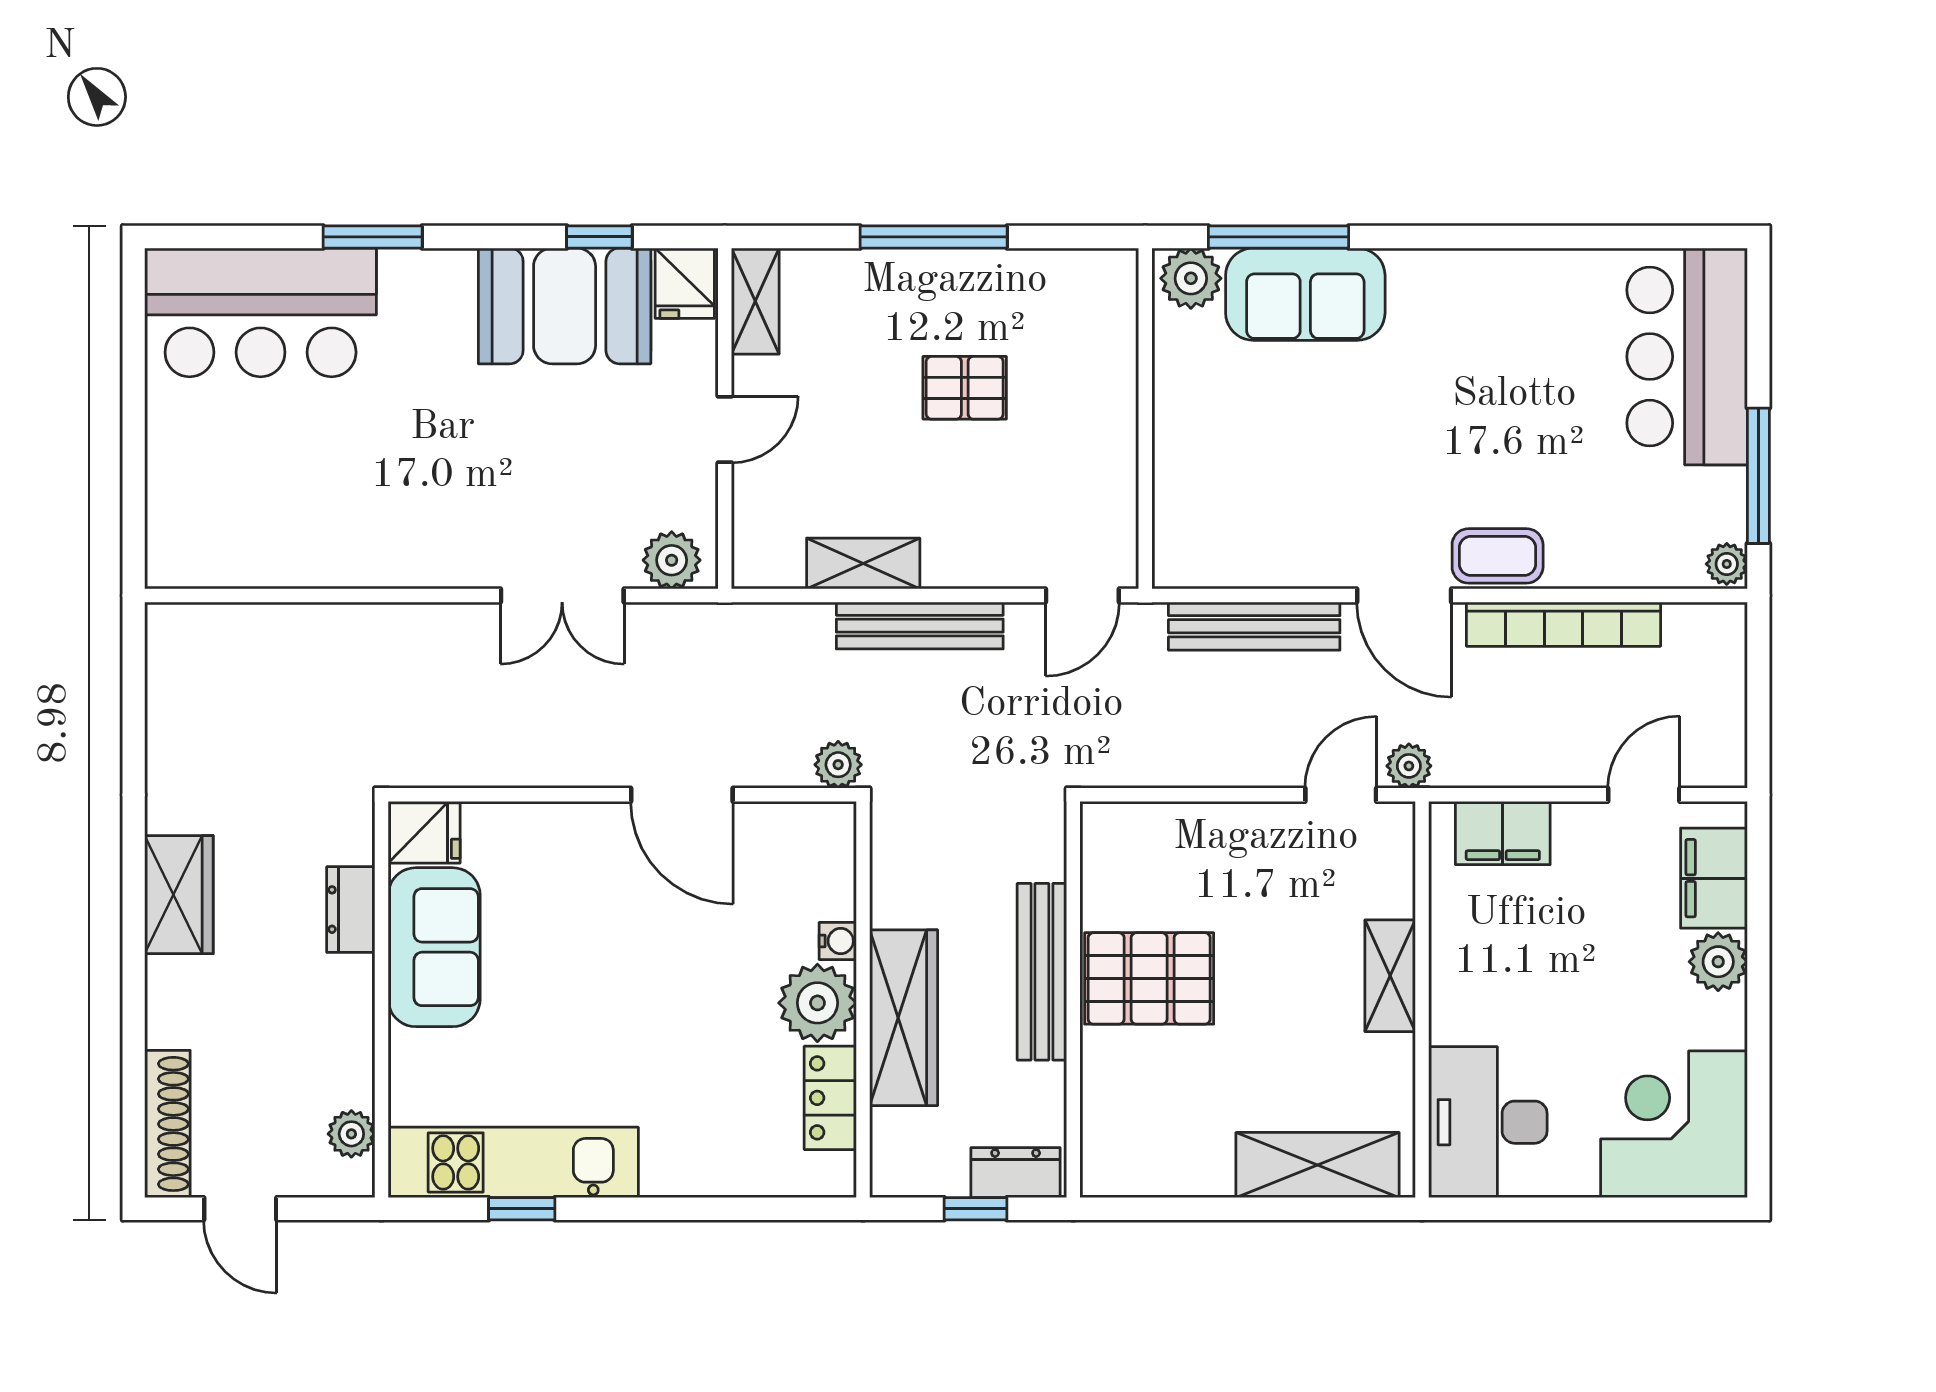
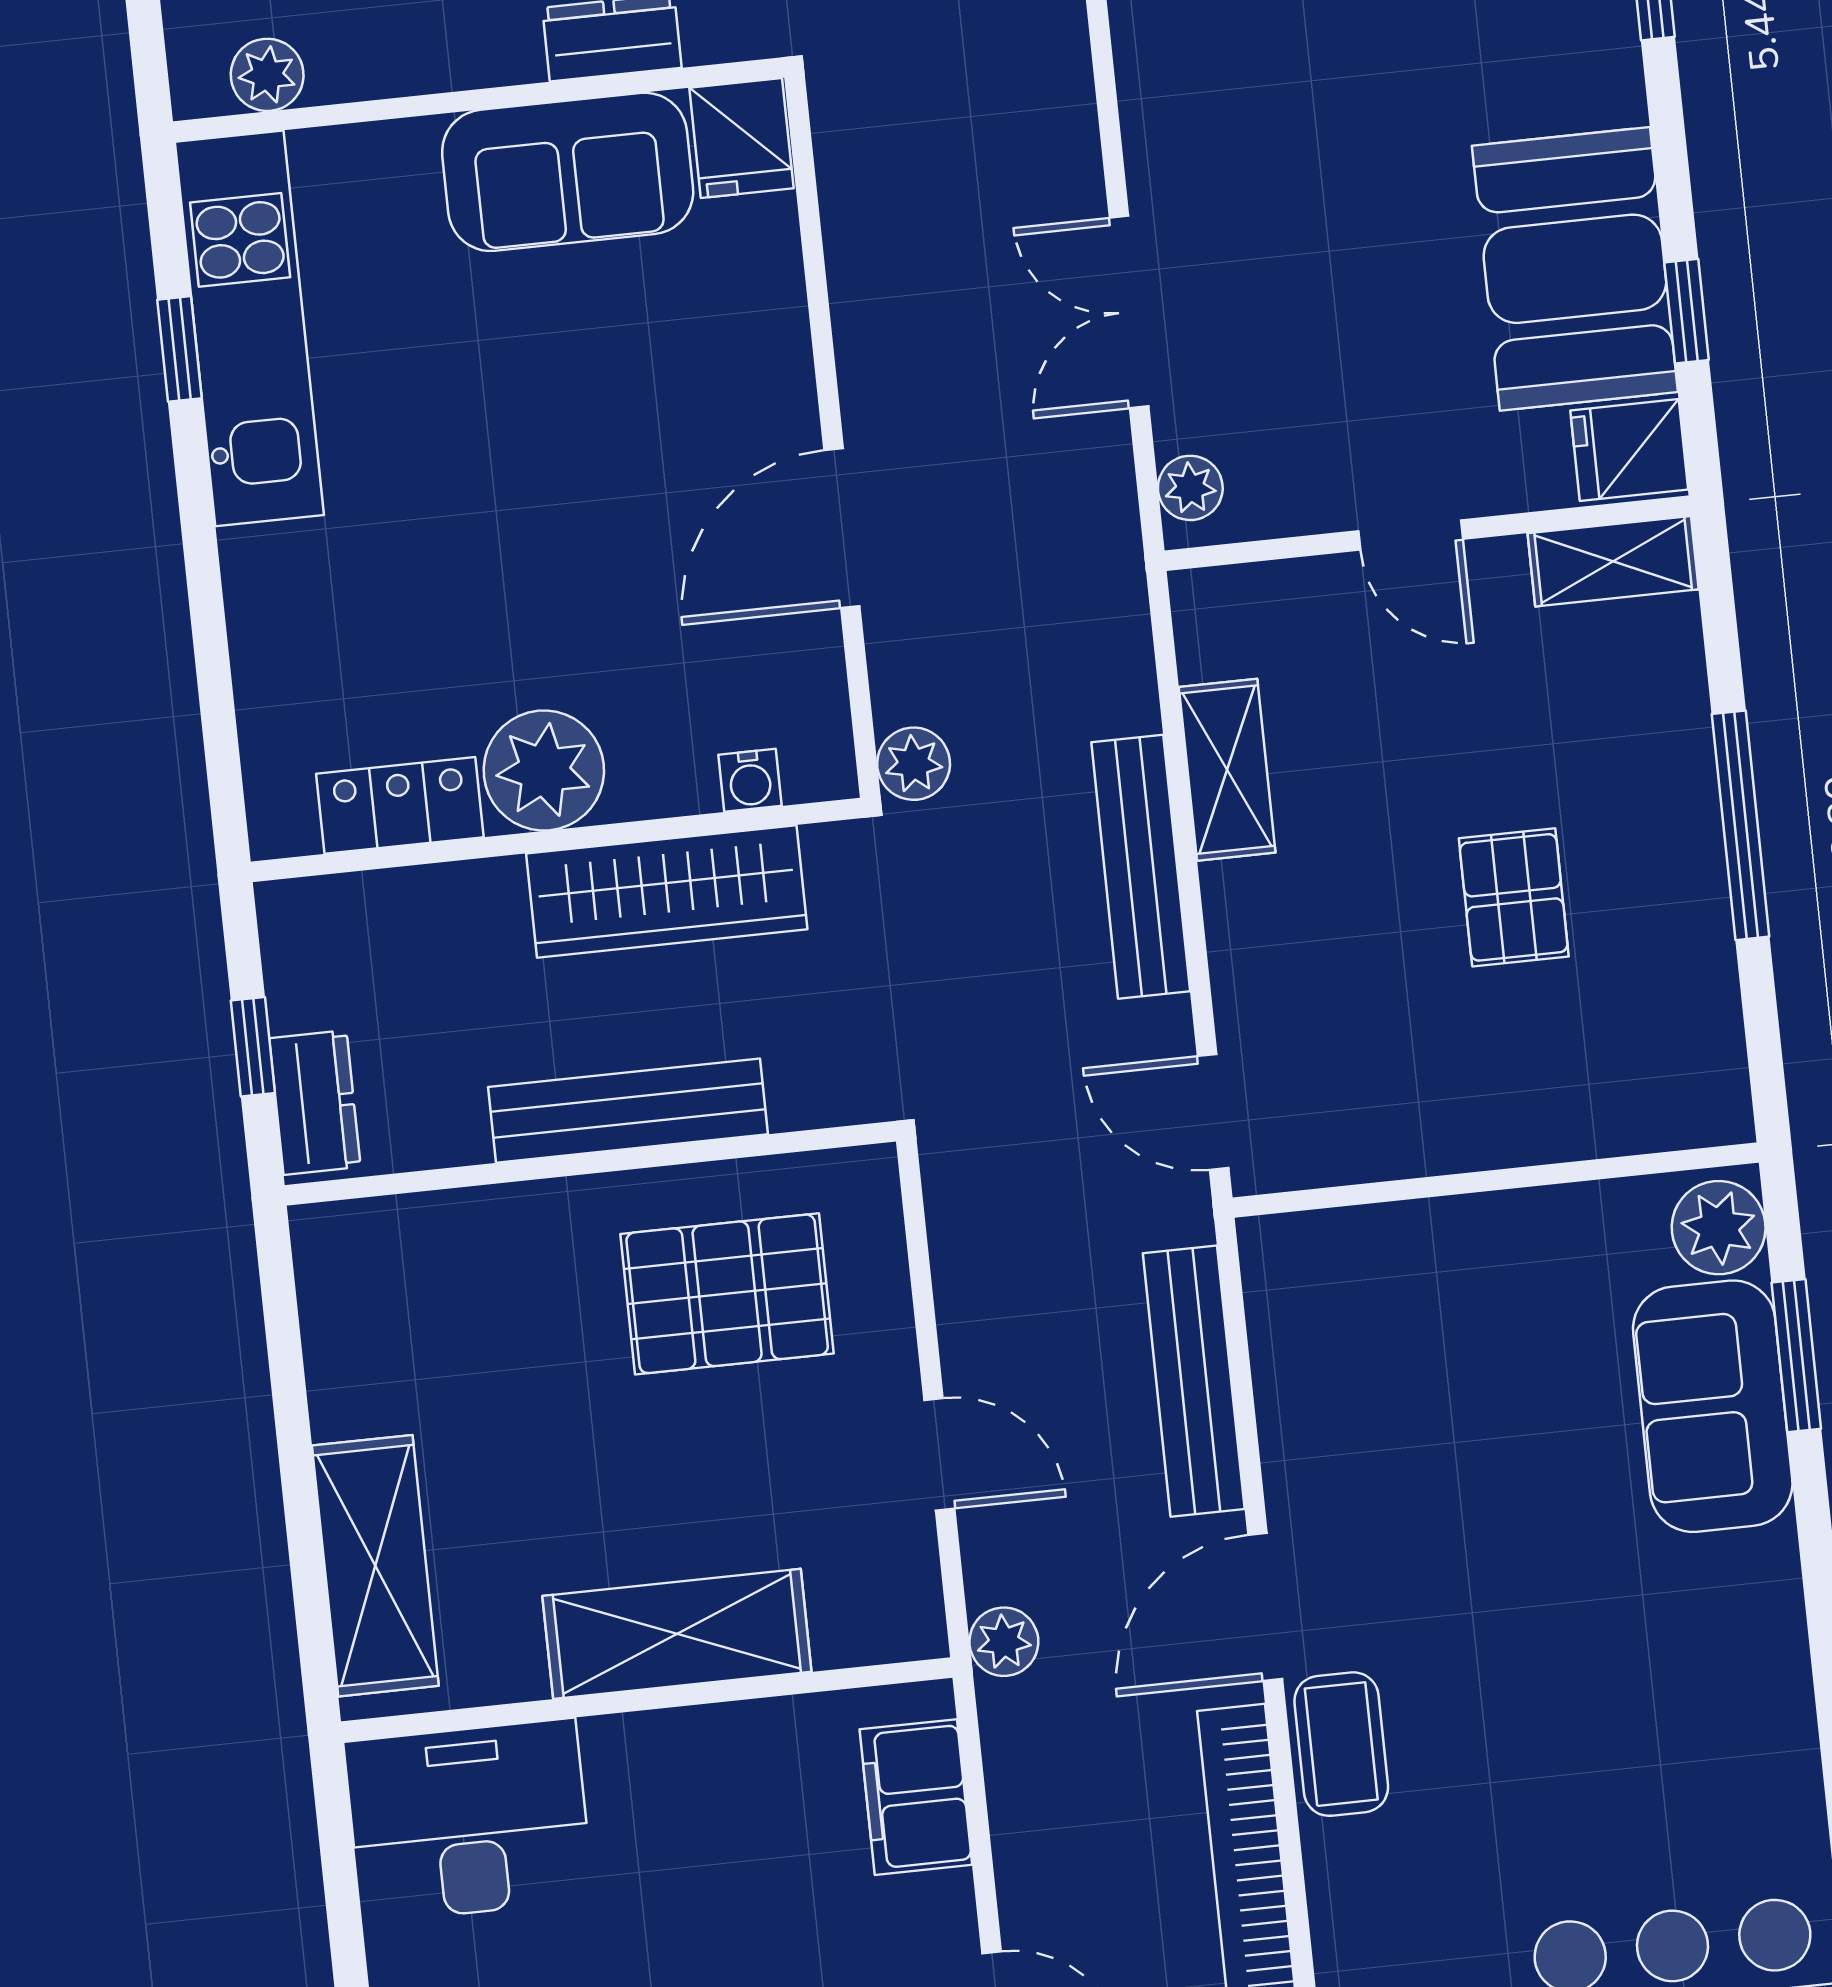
window: (1278, 237) -> (1796, 1356), width x0.69
plant: (672, 560) -> (1190, 488), width x0.73, depth x0.73
door: (1341, 795) -> (939, 1454), moved
water cooler: (838, 941) -> (750, 780), moved
shelving: (1390, 976) -> (677, 1634), width x1.50, depth x1.33
pallet: (1149, 978) -> (727, 1294), moved, turned 90
wardrobe: (904, 1018) -> (667, 891), moved

